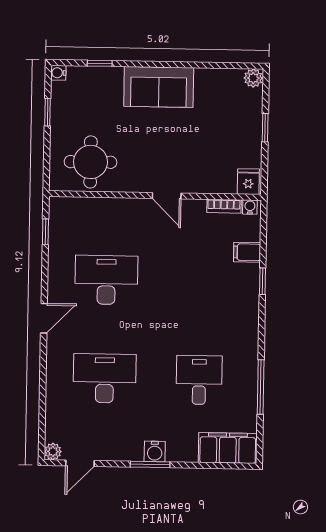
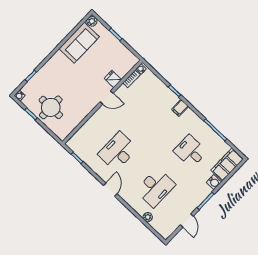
sofa: (159, 87) -> (79, 43), moved
round table: (91, 162) -> (51, 107), moved
fridge: (248, 182) -> (113, 79), moved
filing cabinet: (247, 252) -> (180, 108), moved
desk: (105, 378) -> (156, 188), turned 180
plant: (53, 451) -> (148, 217), moved
water cooler: (155, 452) -> (214, 182), moved
door: (80, 463) -> (187, 221), moved

